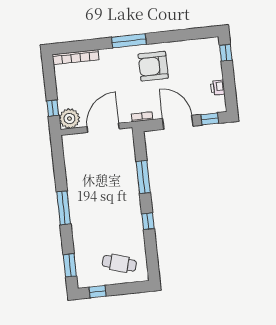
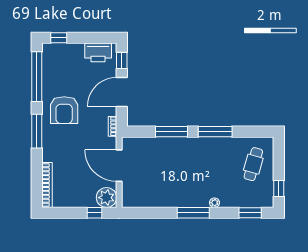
window: (184, 35) -> (37, 77), added
printer: (218, 88) -> (98, 52), width x1.87, depth x1.48
window: (148, 221) -> (215, 132), width x2.17
plant: (76, 228) -> (214, 203), added

